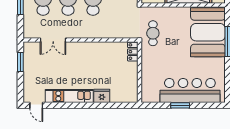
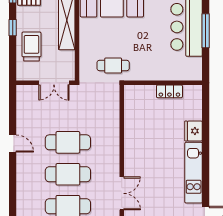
locker: (133, 52) -> (169, 91), moved
window: (180, 105) -> (206, 31), width x1.44

